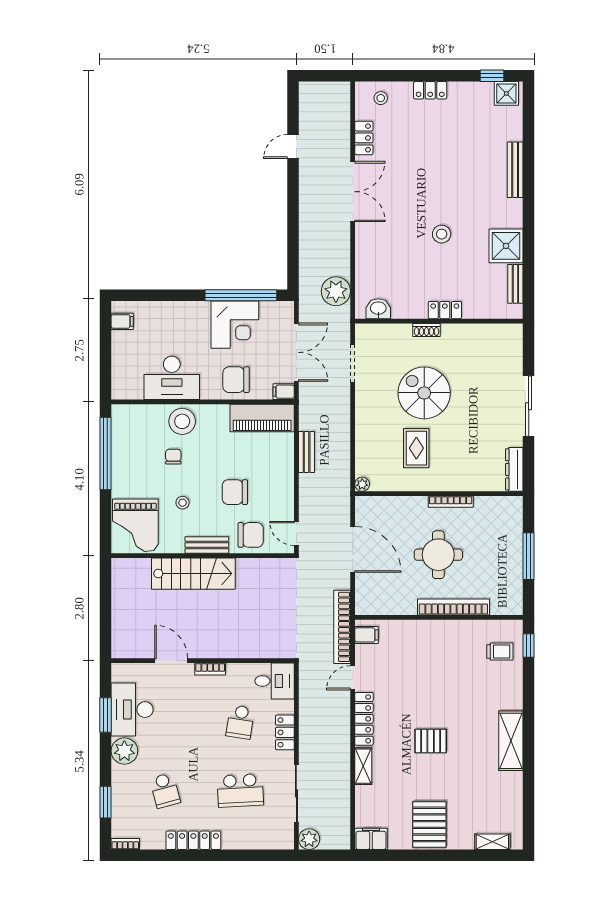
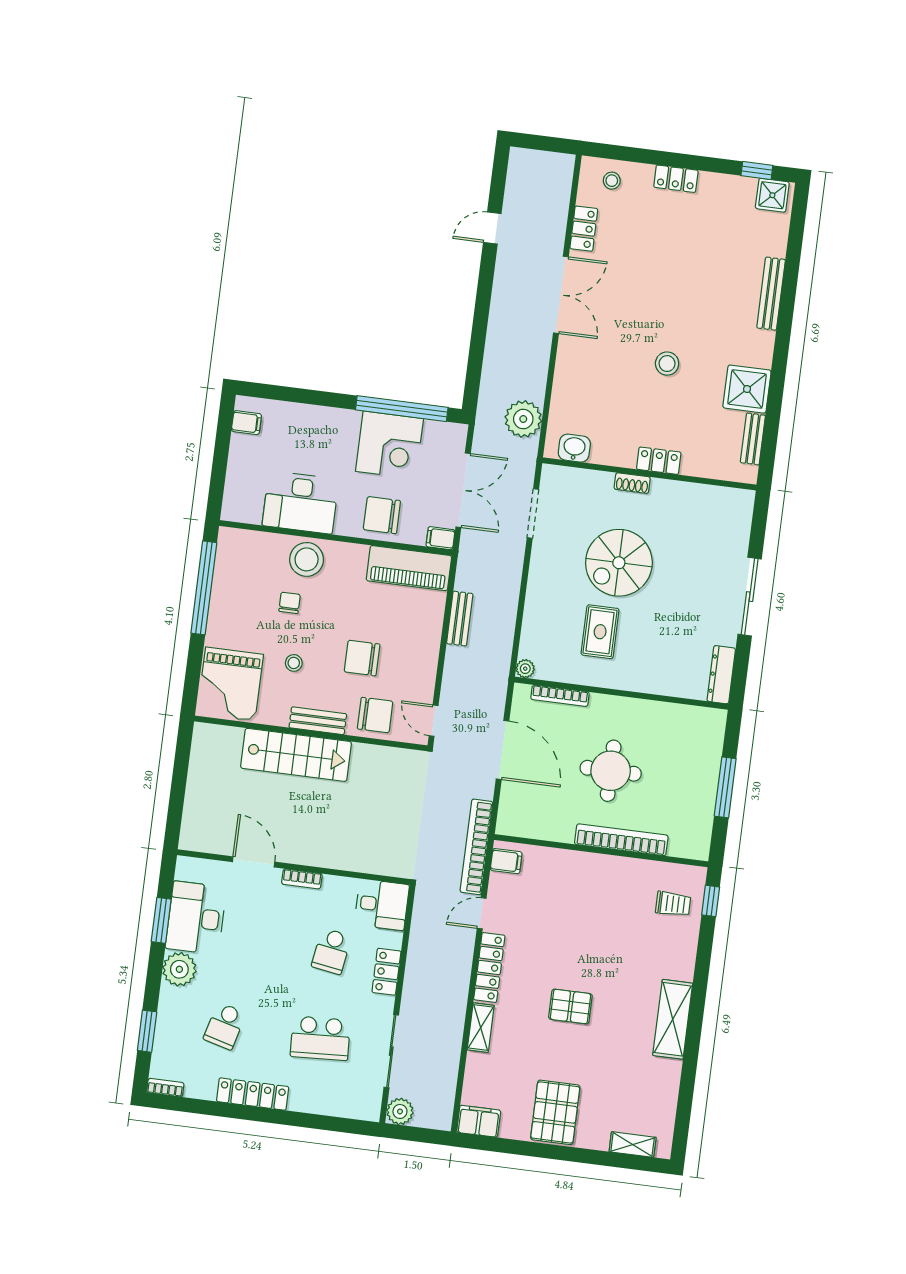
spiral stairs: (424, 393) -> (619, 563), turned -90
bookcase: (451, 502) -> (560, 696), moved
school desk: (165, 790) -> (225, 1026), turned 30

